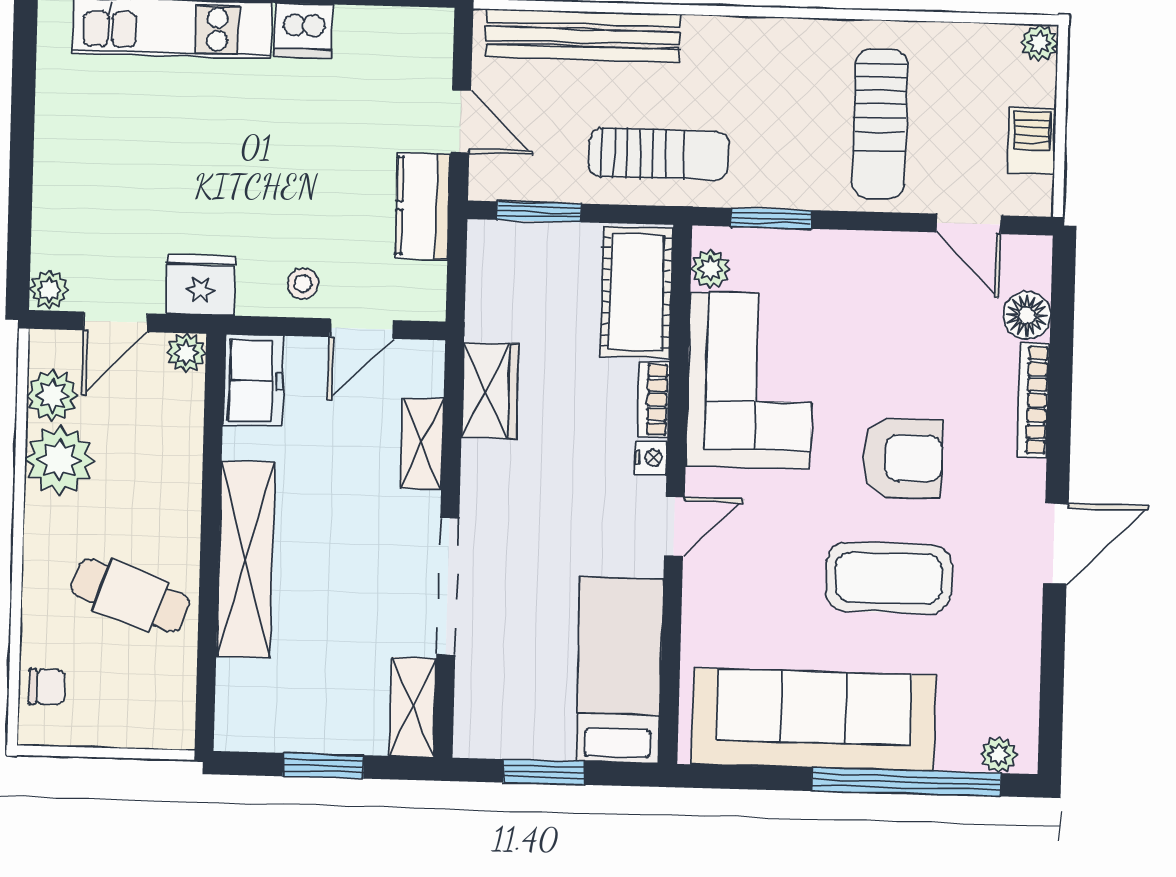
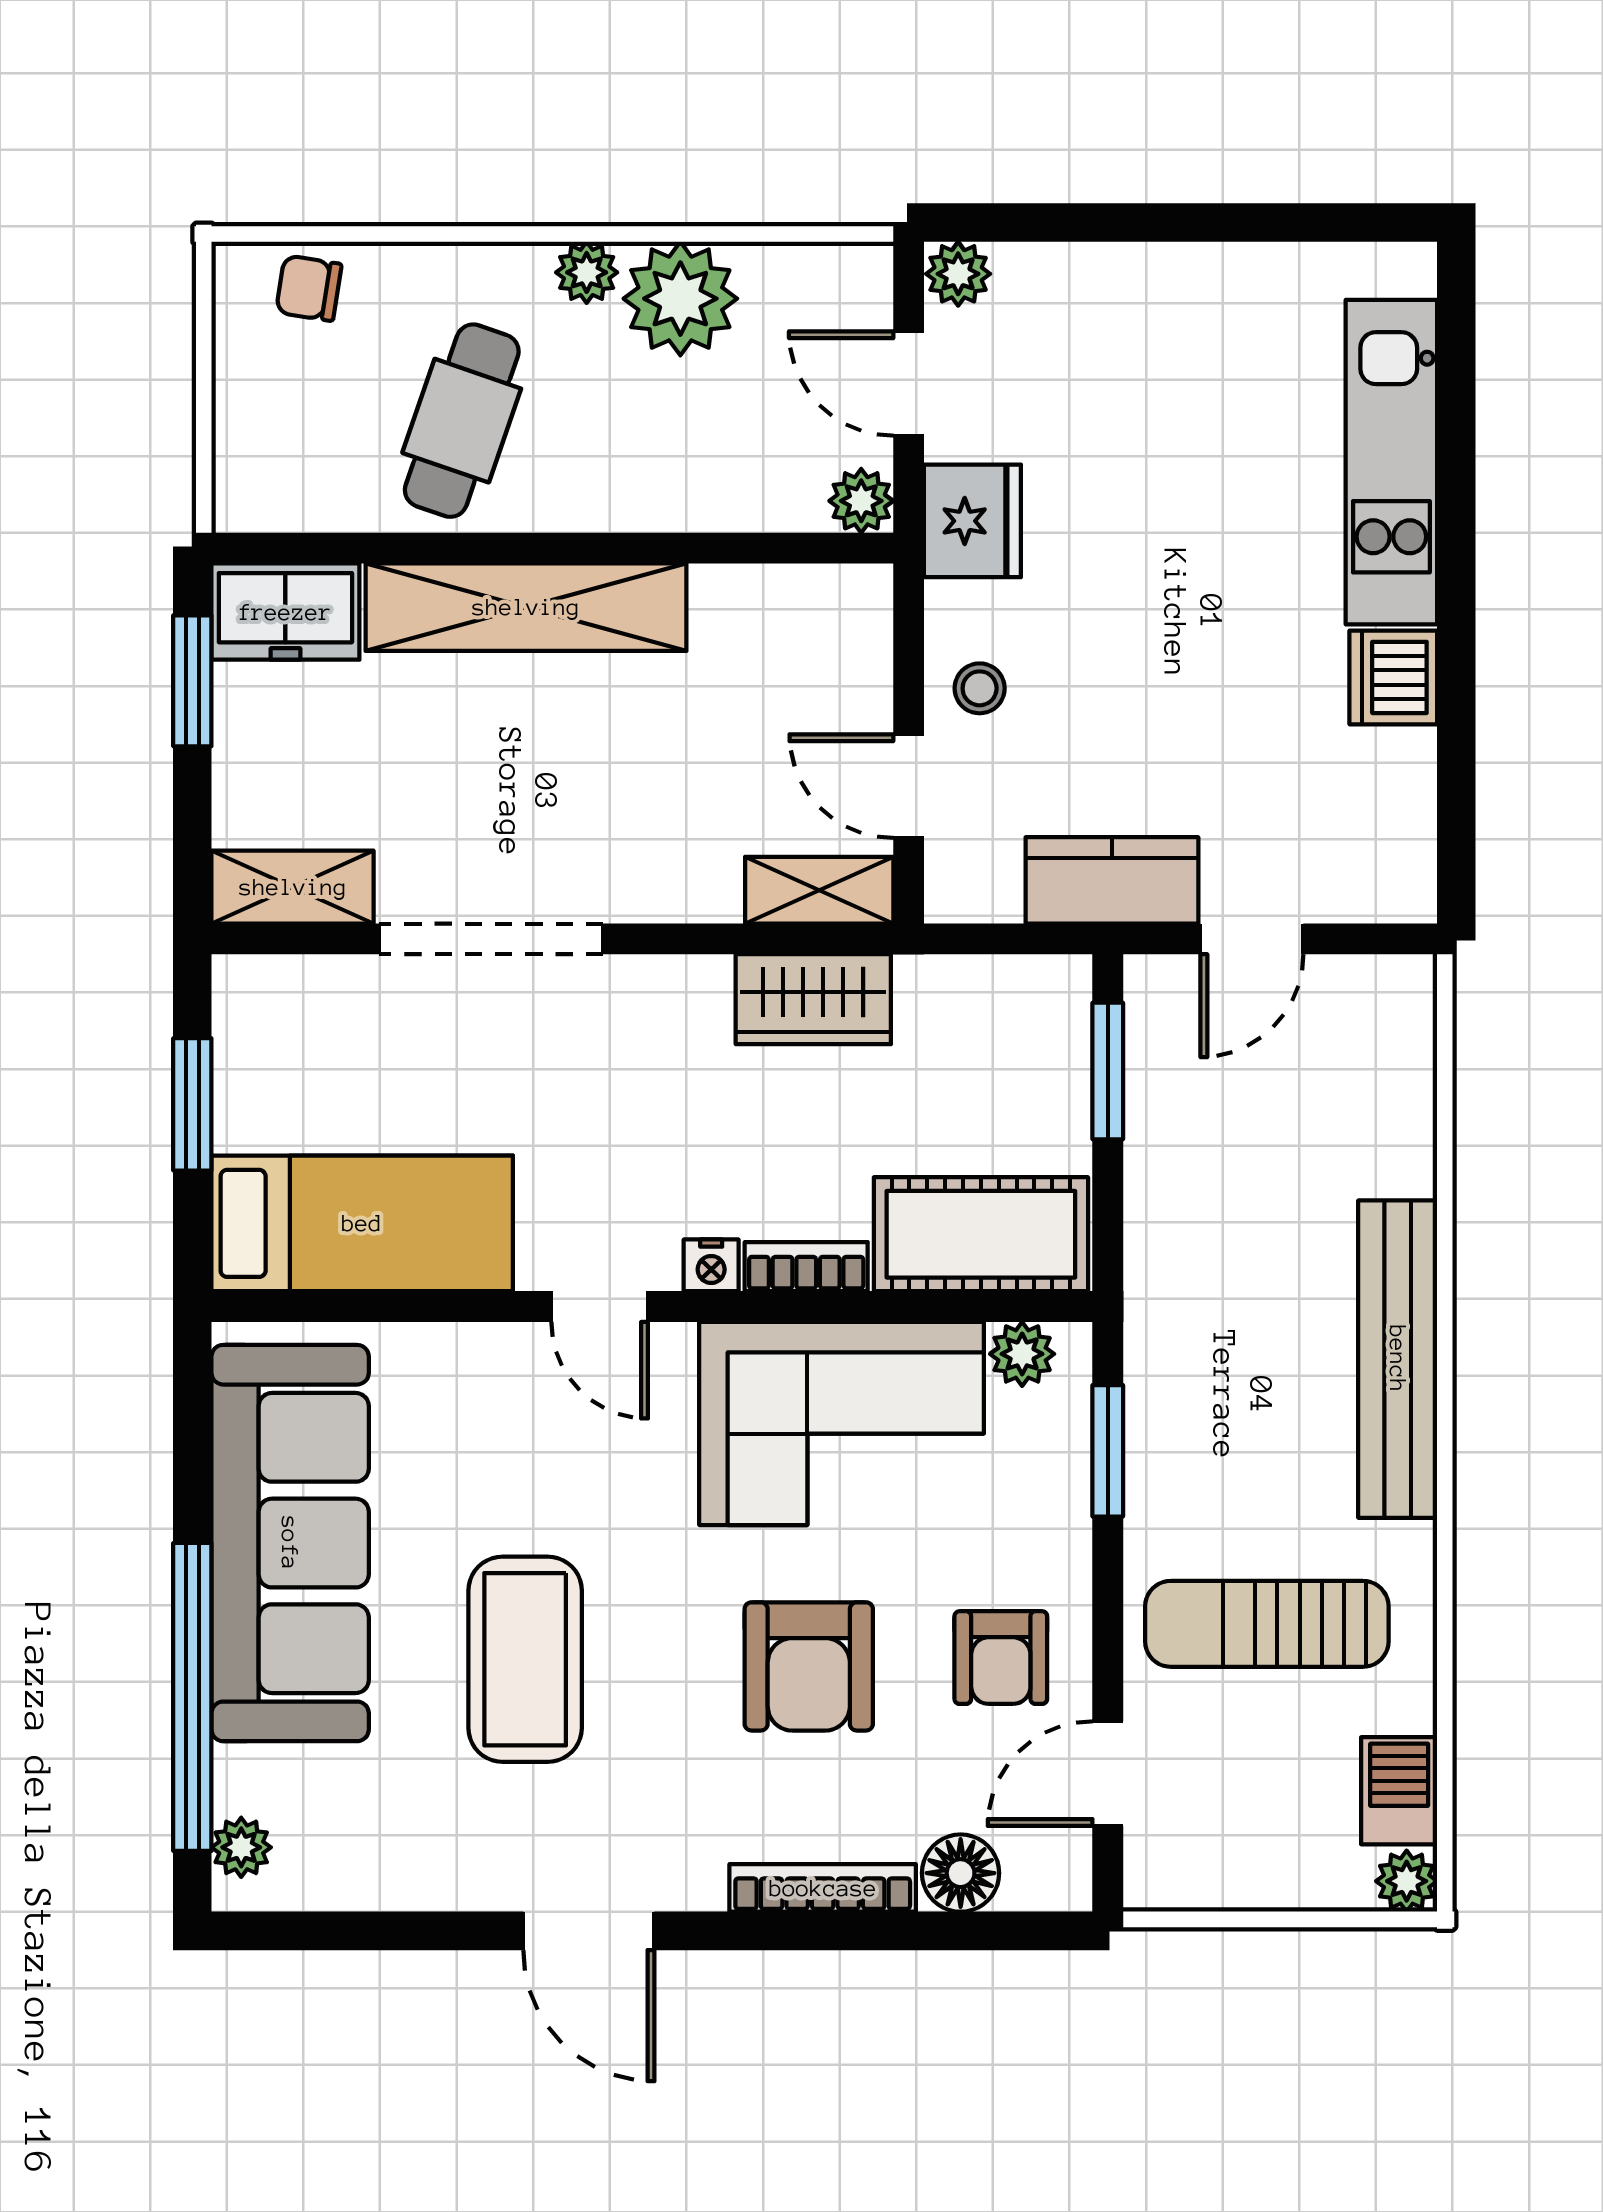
bench: (583, 36) -> (1398, 1359), moved
barbecue: (1032, 141) -> (1399, 1791), moved, turned -90
sun lounger: (659, 154) -> (1207, 1264), removed
armchair: (896, 287) -> (1001, 1658), added
freezer: (253, 380) -> (285, 612), moved
plant: (52, 395) -> (587, 272), moved, width x0.73, depth x0.73
shelving: (422, 444) -> (819, 890), moved
armchair: (903, 458) -> (809, 1666), moved
chair: (47, 687) -> (309, 288), turned 99
window: (323, 766) -> (192, 681), moved

